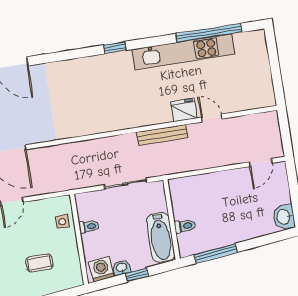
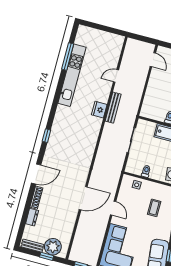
window: (209, 33) -> (68, 57), width x0.68
window: (115, 48) -> (46, 136), moved
fridge: (184, 110) -> (99, 110), moved

